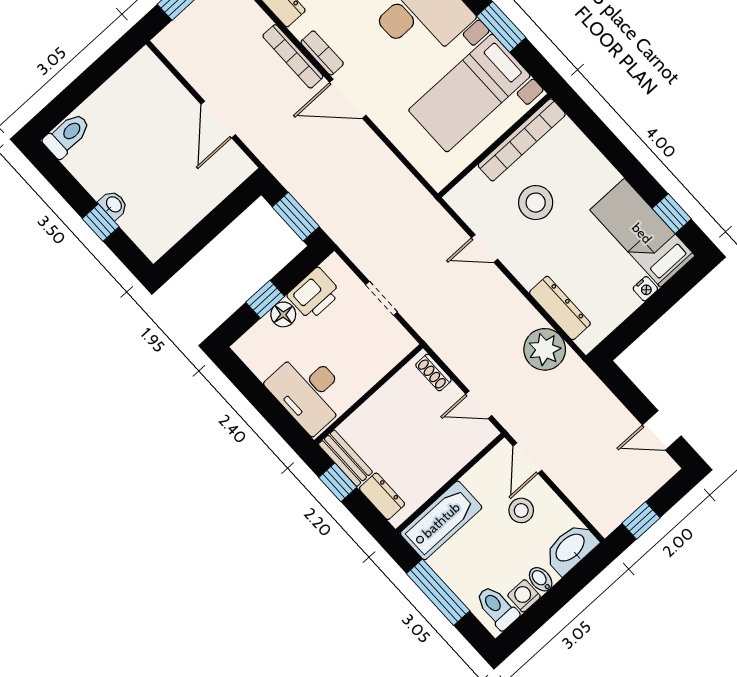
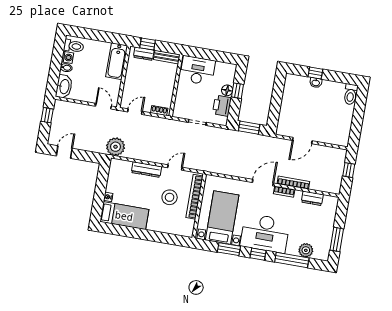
door: (218, 120) -> (302, 141), swing flipped
bookcase: (522, 140) -> (194, 197), moved
window: (672, 214) -> (119, 230), removed
dresser: (560, 308) -> (146, 170), moved
plant: (545, 349) -> (116, 147), moved
window: (338, 482) -> (148, 44), moved
stool: (521, 510) -> (91, 86), removed
window: (438, 592) -> (98, 35), removed

